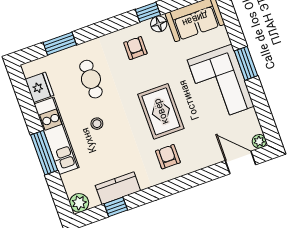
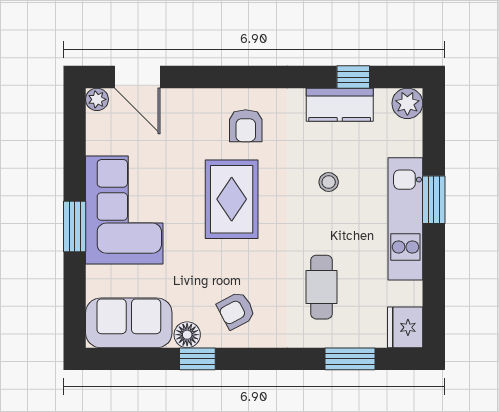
armchair: (135, 48) -> (236, 310), turned 62
fridge: (39, 87) -> (405, 327), moved
stool: (97, 124) -> (329, 182), moved
window: (44, 153) -> (434, 200), width x0.69

